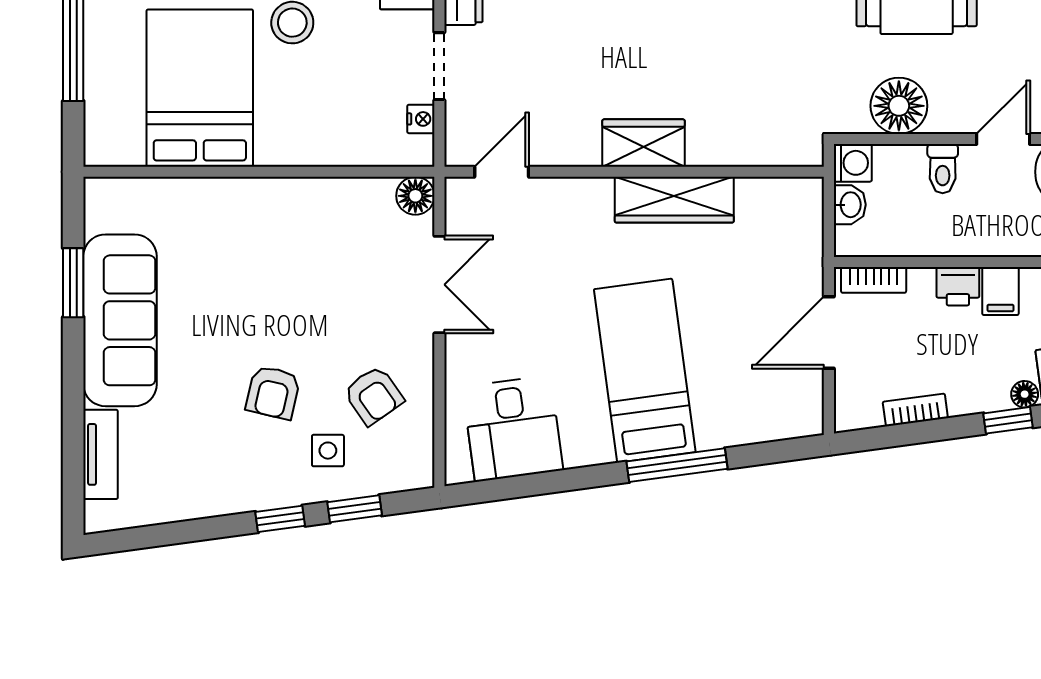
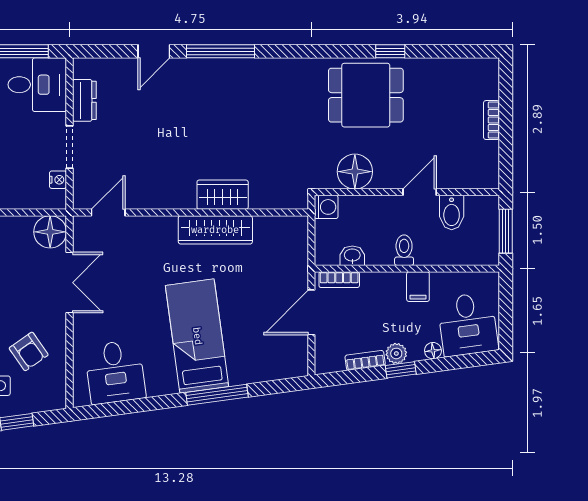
wardrobe: (644, 143) -> (223, 195), moved
toilet: (943, 169) -> (404, 250), moved, turned 180
floor lamp: (415, 196) -> (50, 232), width x1.38, depth x1.38
washbasin: (850, 205) -> (352, 256), moved, turned -90
printer: (958, 286) -> (392, 284), removed
plant: (966, 399) -> (396, 353), added
window: (1008, 420) -> (401, 370), moved

